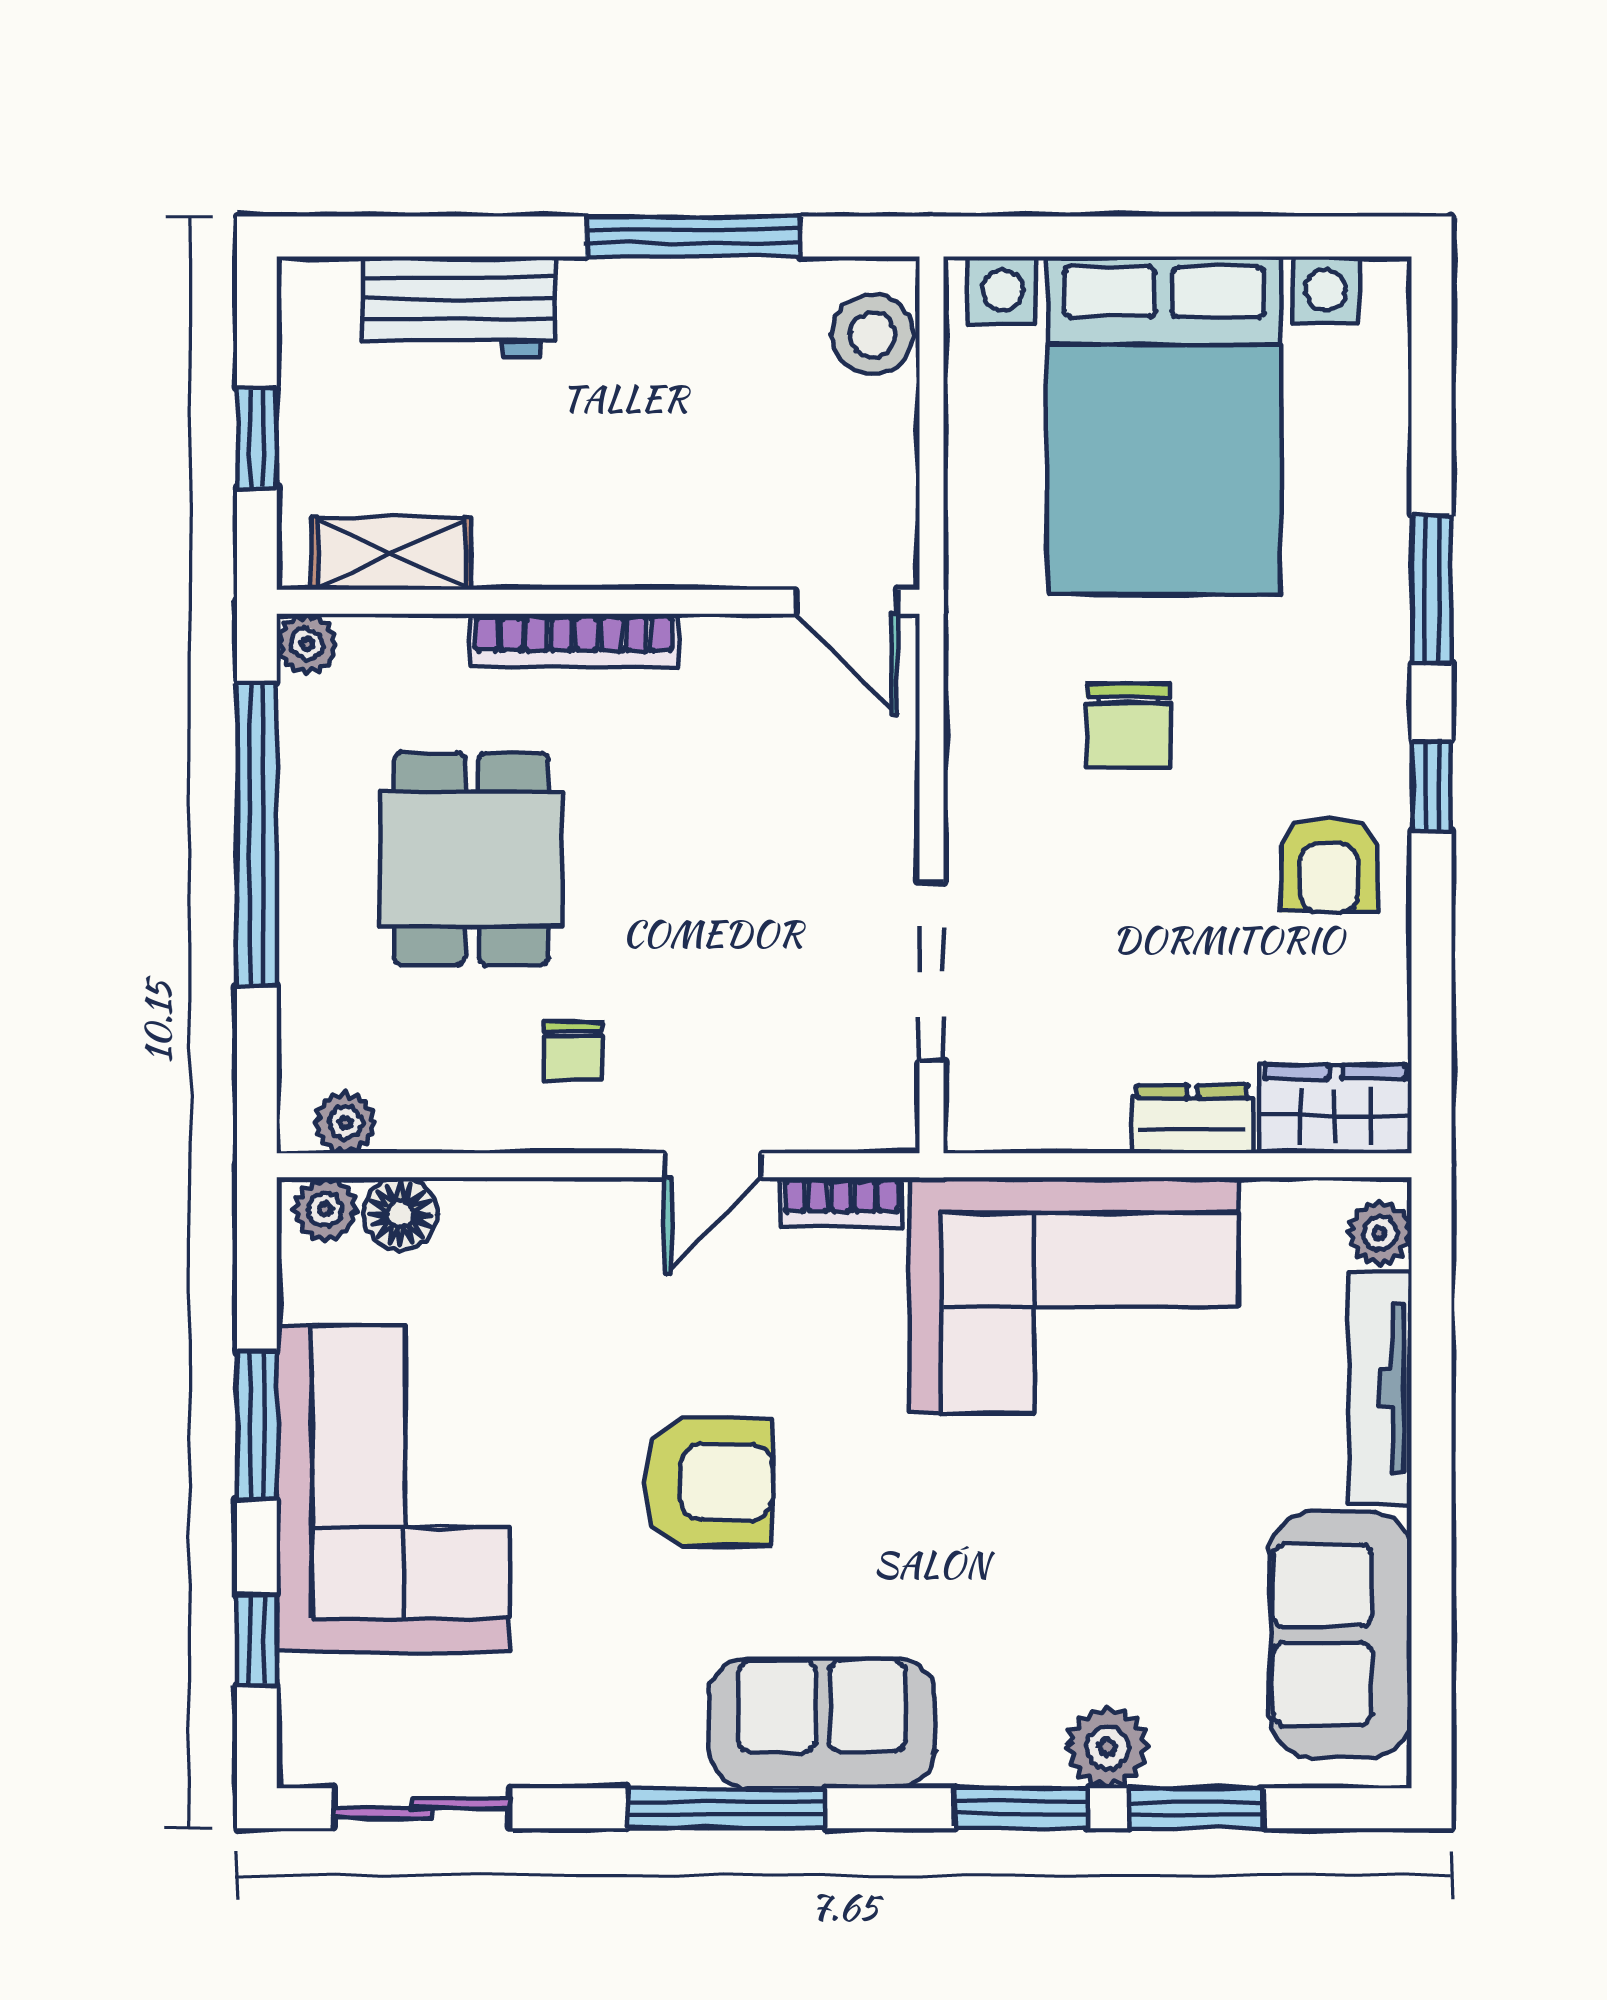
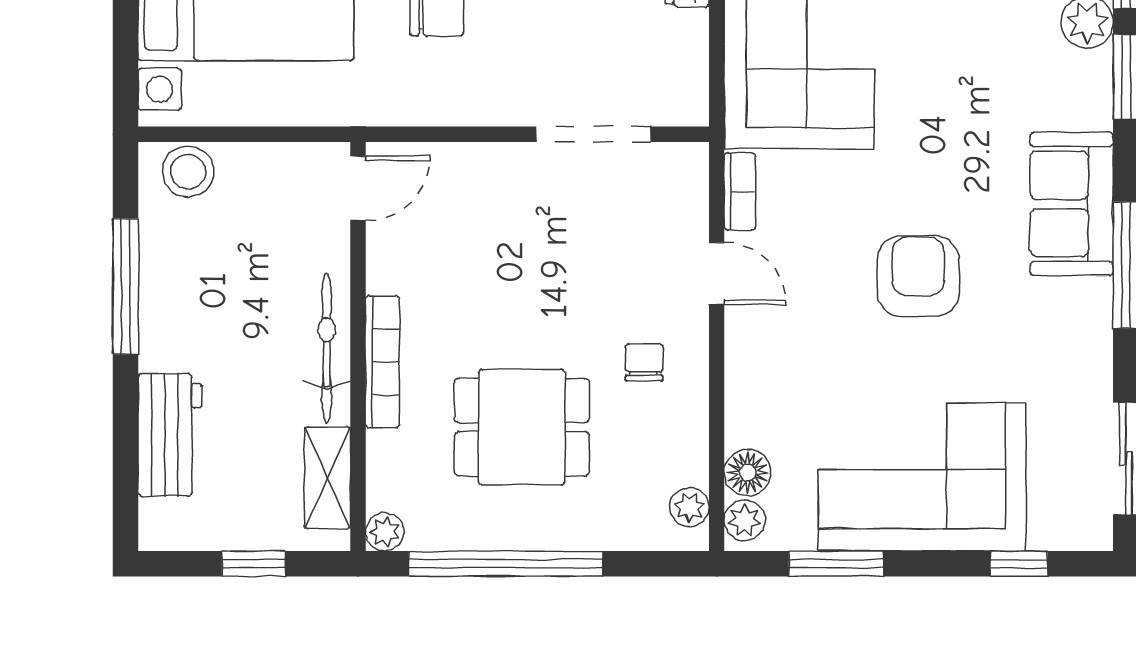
bicycle: (596, 553) -> (327, 348), added
chair: (573, 1051) -> (644, 362), turned -90
window: (257, 1425) -> (836, 564), moved

